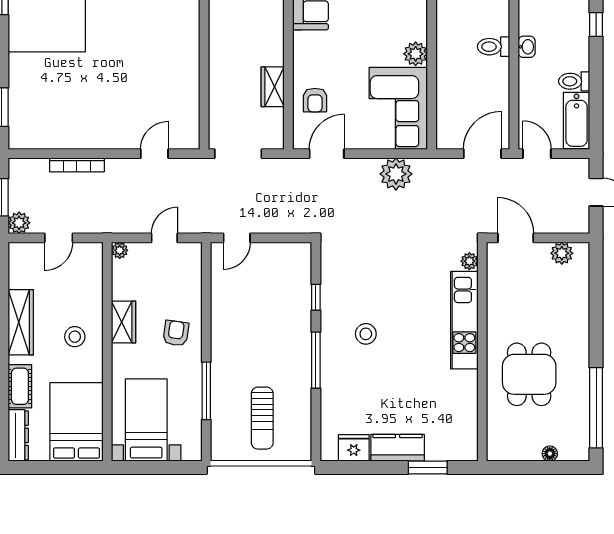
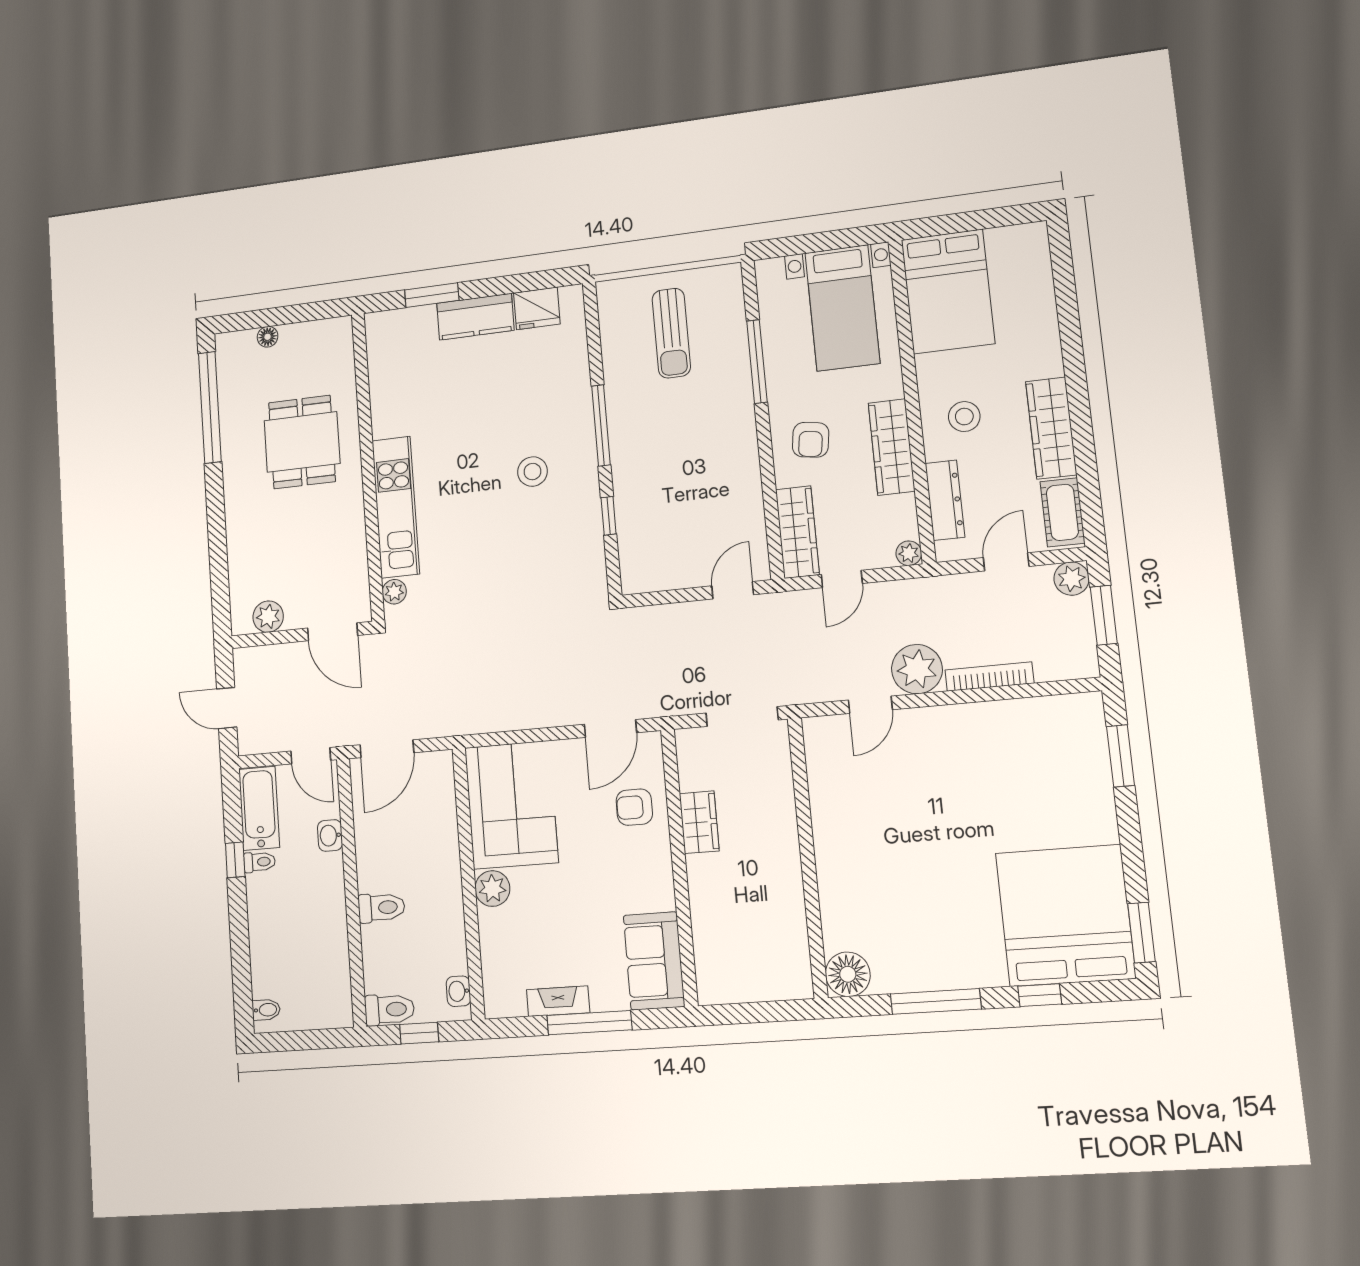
window: (596, 24) -> (235, 860), moved
washbasin: (527, 47) -> (330, 835), moved
toilet: (574, 81) -> (259, 862), width x0.73, depth x0.72
armchair: (315, 100) -> (634, 807), turned -90
plant: (396, 174) -> (917, 669), moved
wardrobe: (190, 272) -> (797, 532), added
wardrobe: (124, 322) -> (892, 447), width x1.50
cot: (20, 386) -> (1062, 512), moved
sun lounger: (262, 418) -> (671, 333), turned 180
dresser: (18, 435) -> (945, 500), moved, turned 180

